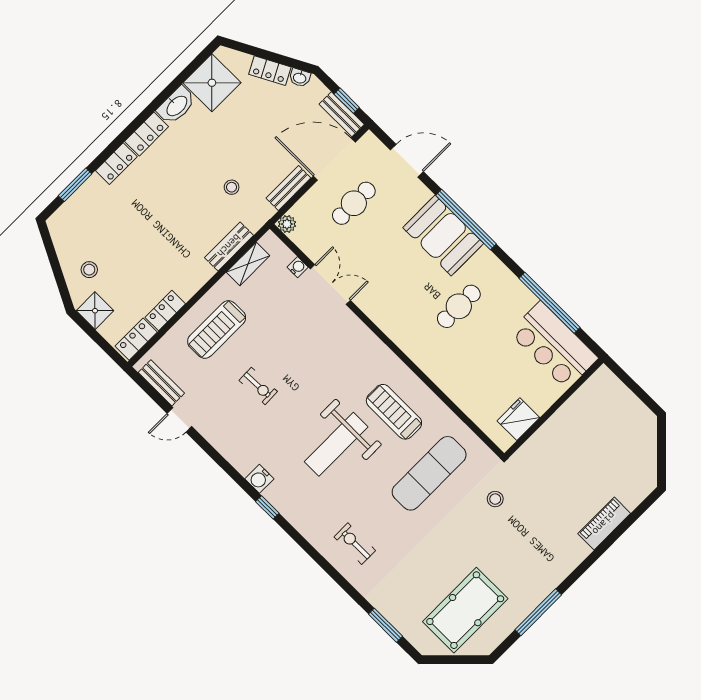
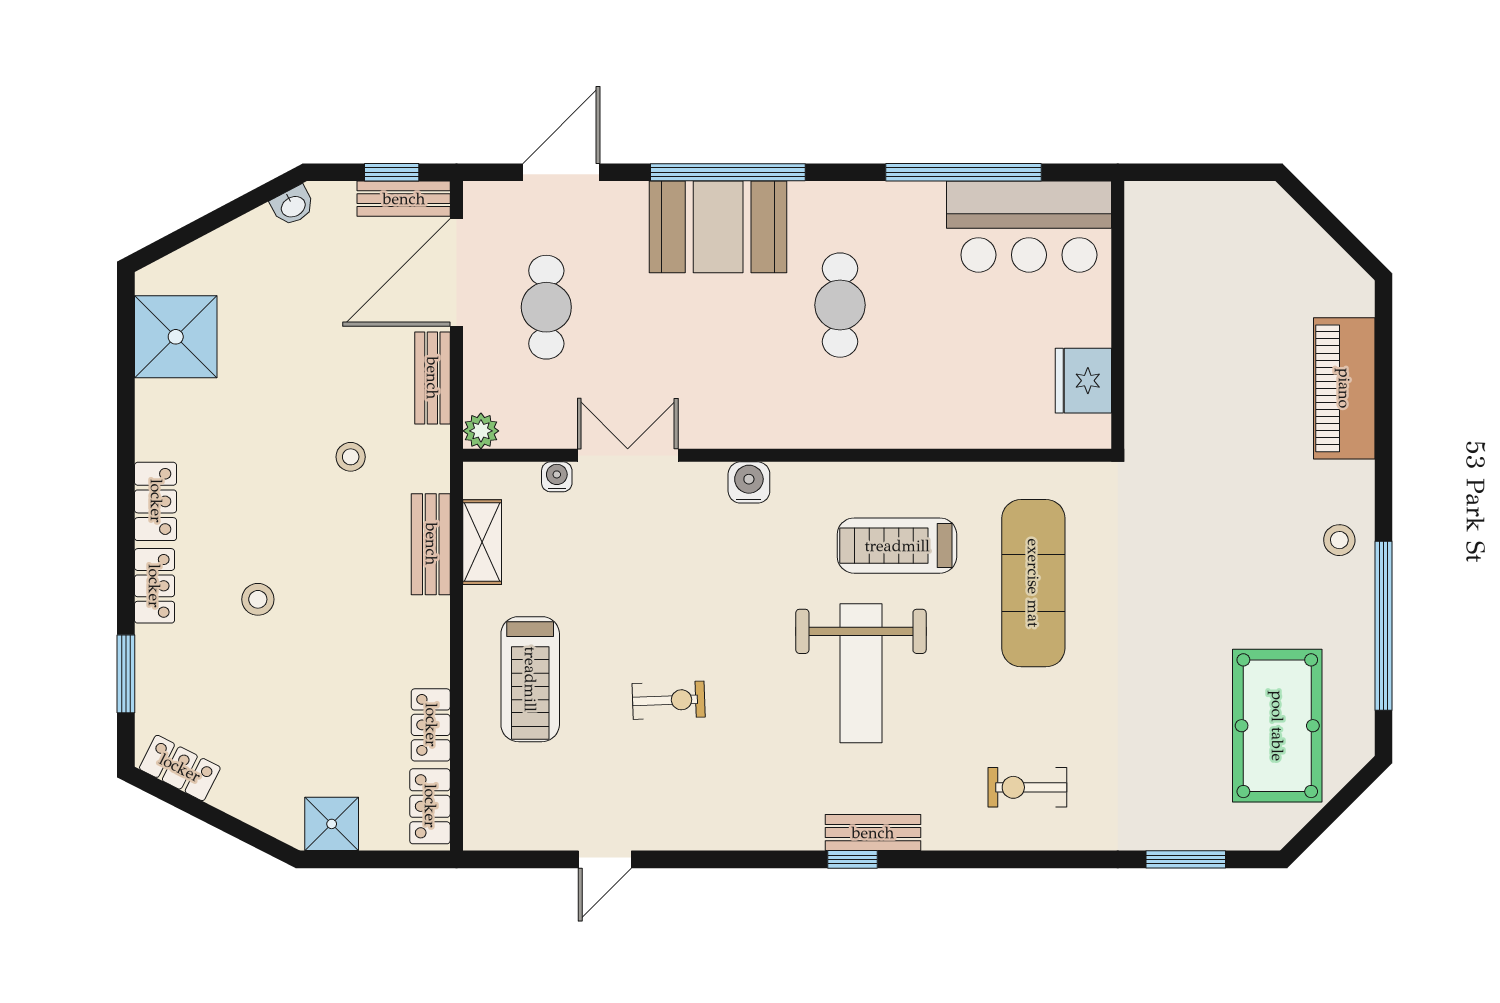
locker: (270, 71) -> (180, 768), moved, turned -125
washbasin: (176, 105) -> (157, 419), removed
stool: (89, 270) -> (258, 599), moved
bench: (161, 383) -> (873, 833), moved
water cooler: (259, 479) -> (749, 482), moved, turned 180
stool: (495, 499) -> (1339, 540), moved
piano: (604, 524) -> (1344, 388), width x1.37, depth x1.33
window: (538, 612) -> (1384, 626), width x1.46

